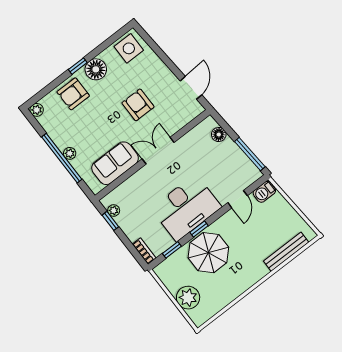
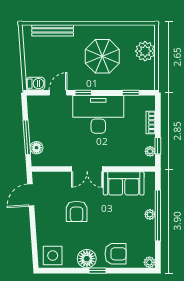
window: (250, 154) -> (27, 137), moved
window: (199, 229) -> (83, 93), moved
bookcase: (144, 251) -> (151, 122), moved
parasol: (208, 253) -> (102, 56), moved

